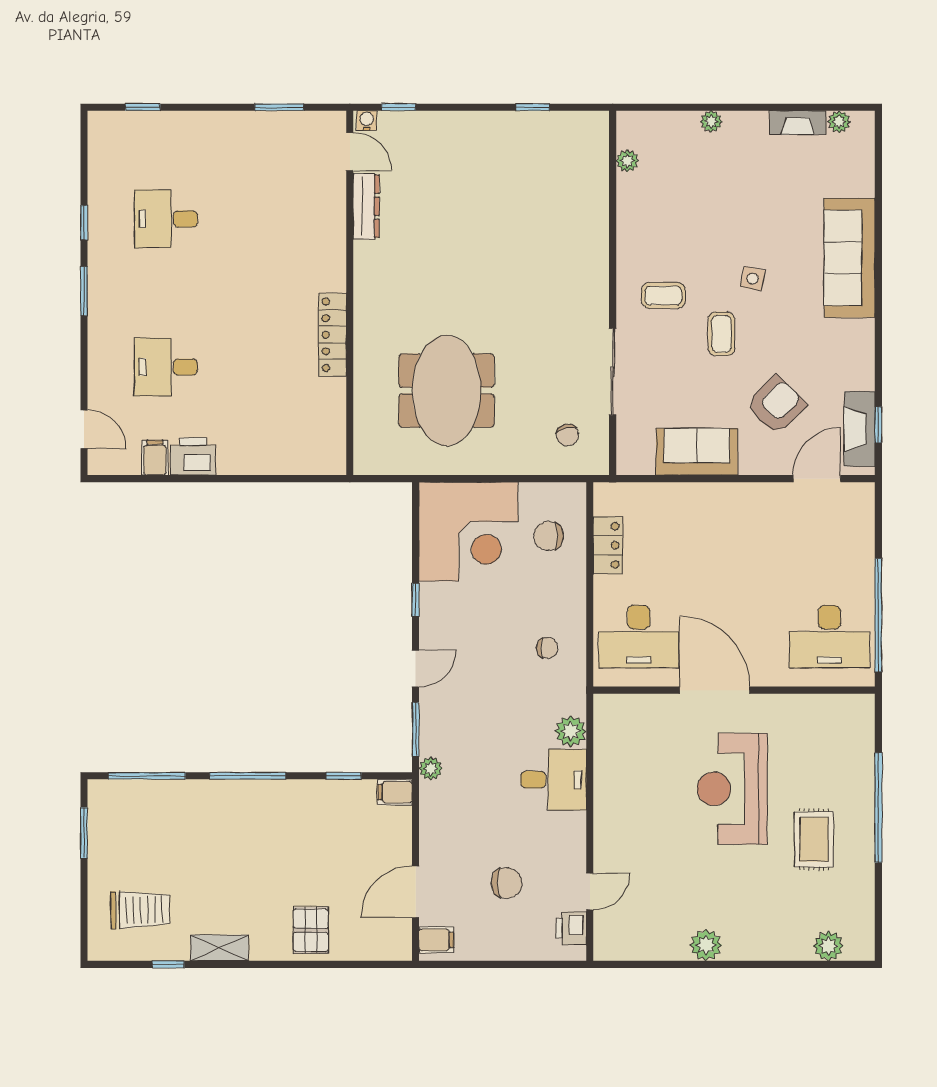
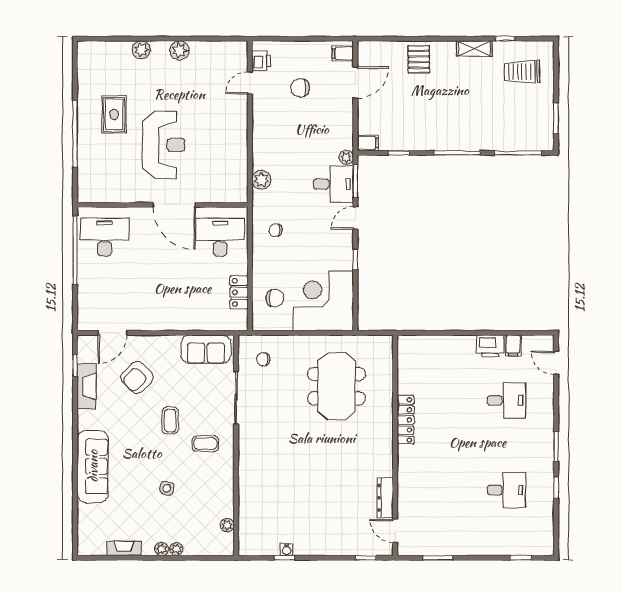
water cooler: (367, 120) -> (287, 550), moved
plant: (839, 122) -> (162, 549), moved
side table: (753, 279) -> (167, 488), moved
fireplace: (860, 429) -> (87, 386), moved
chair: (568, 435) -> (263, 359), turned -77
sofa: (697, 452) -> (206, 349), moved
desk: (554, 780) -> (333, 184), moved, turned 180
plant: (828, 946) -> (141, 50), moved

